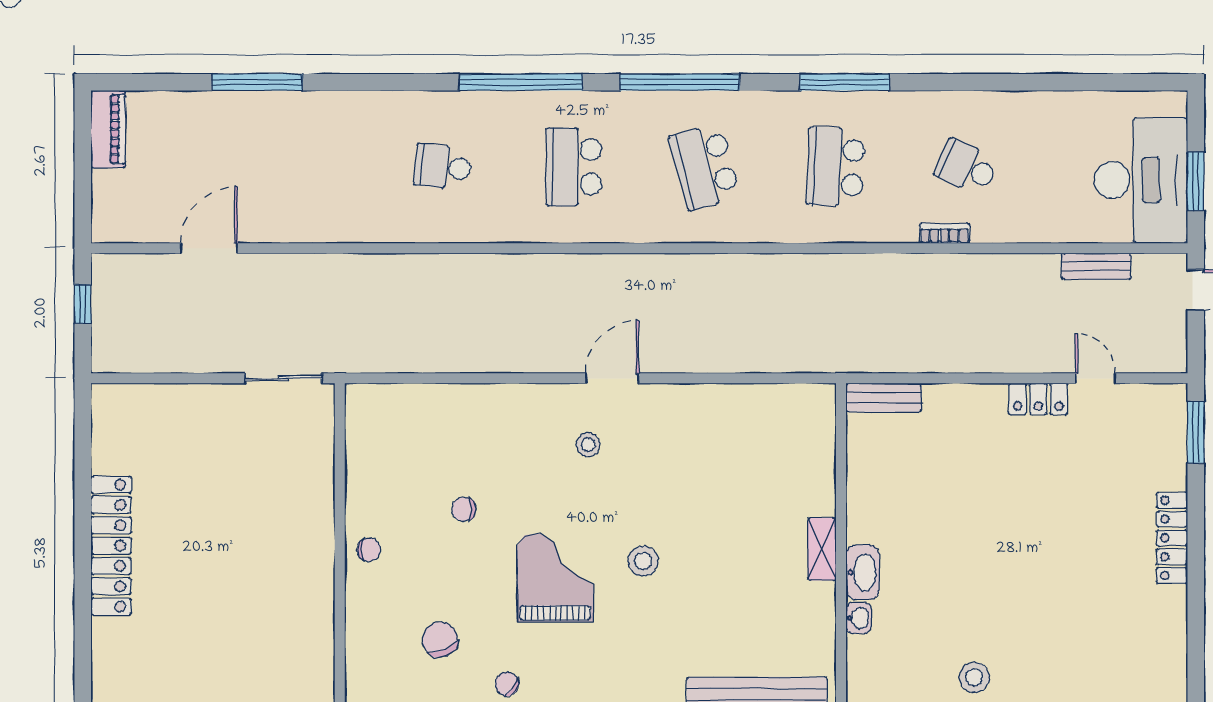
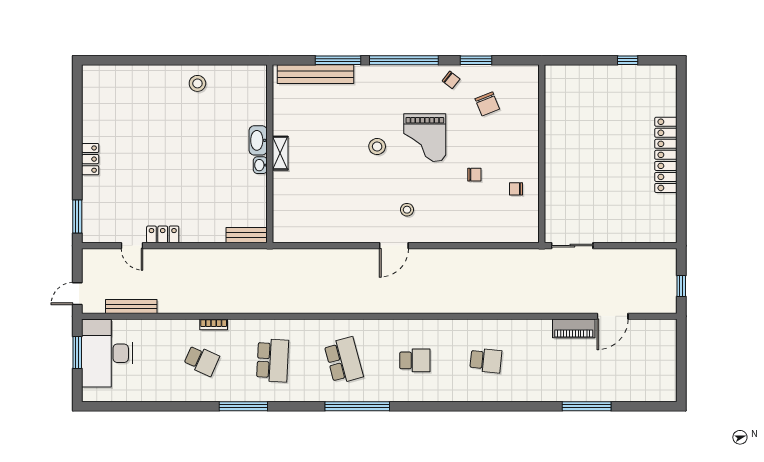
window: (521, 82) -> (443, 406), removed
window: (845, 82) -> (243, 406), moved
piano: (108, 129) -> (574, 328), moved, turned -90
school desk: (574, 167) -> (415, 360), width x0.54
bench: (1096, 266) -> (131, 306), width x1.36
locker: (1172, 538) -> (90, 159), width x0.66
chair: (369, 549) -> (516, 189), moved
washbasin: (858, 618) -> (260, 165), moved

